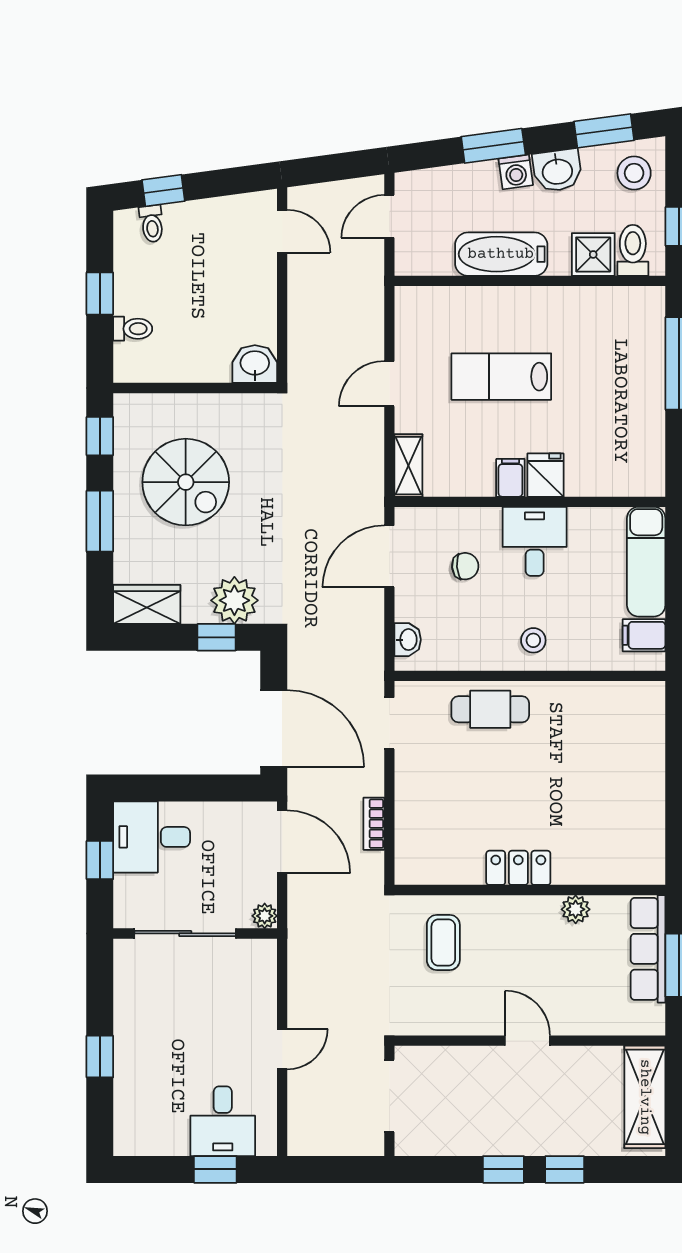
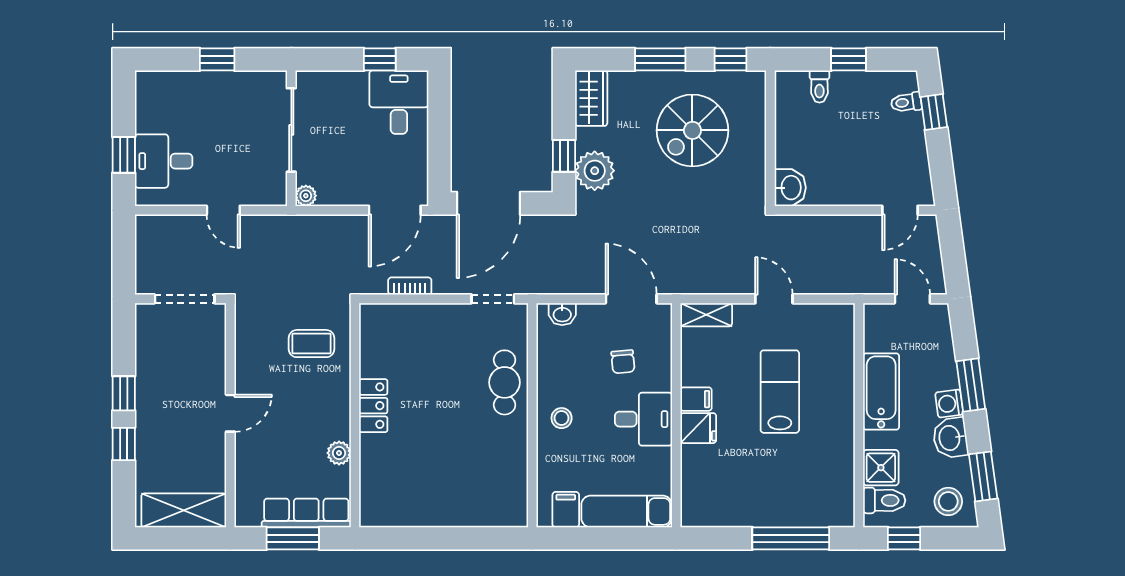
plant: (265, 916) -> (306, 196), moved
sliding door: (185, 933) -> (291, 130), moved
wall: (195, 933) -> (291, 138), moved

